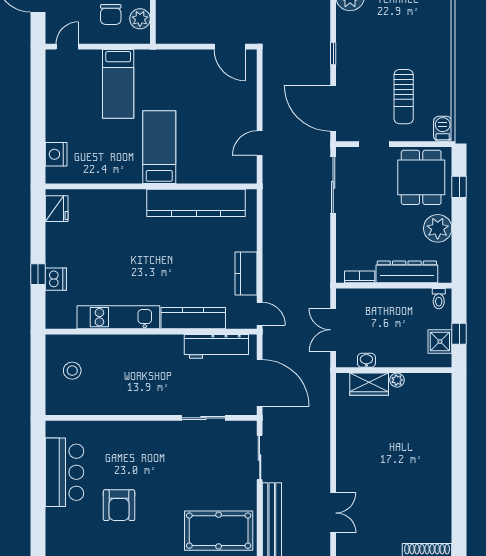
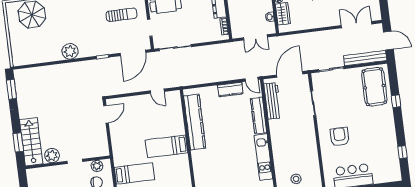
door: (260, 314) -> (252, 79), swing flipped
armchair: (119, 505) -> (340, 137), moved, turned -90
double door: (333, 513) -> (356, 25), width x1.37

